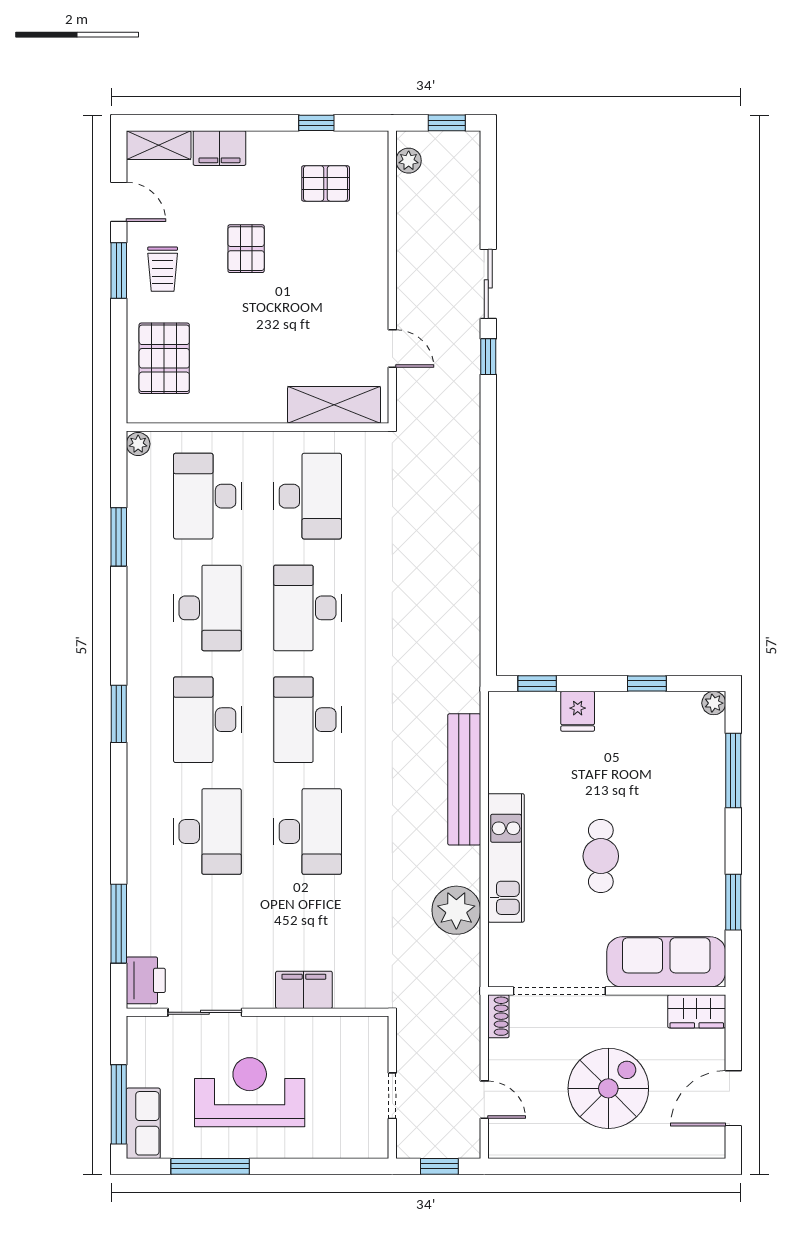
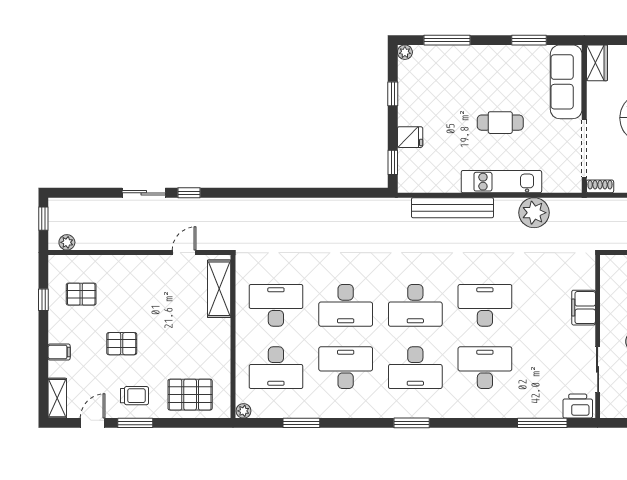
filing cabinet: (219, 148) -> (59, 352), width x0.50
pallet: (326, 183) -> (81, 294), turned 90

